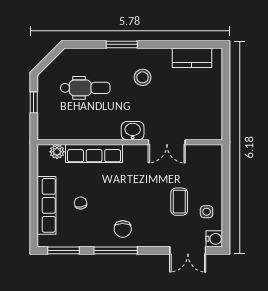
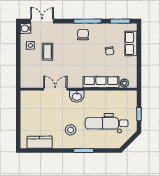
dental chair: (85, 88) -> (107, 123), width x1.36, depth x1.38
row of seats: (47, 205) -> (131, 44), width x0.68

